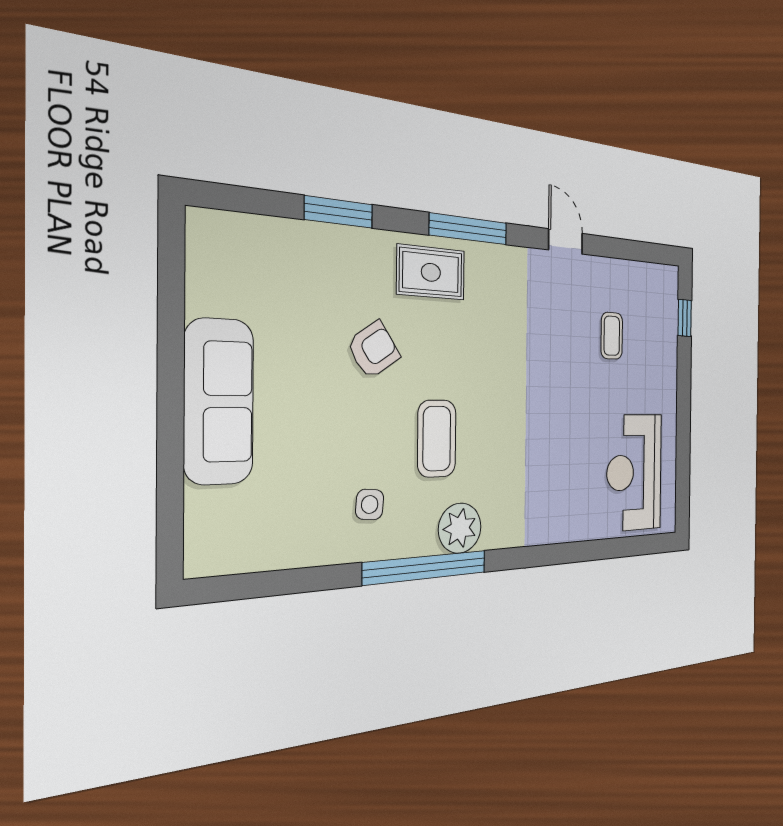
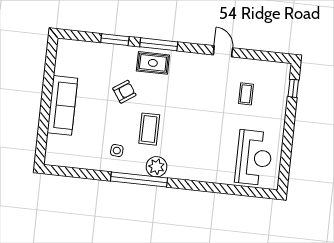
window: (469, 229) -> (159, 44), moved
reception desk: (634, 472) -> (254, 158), turned 180

